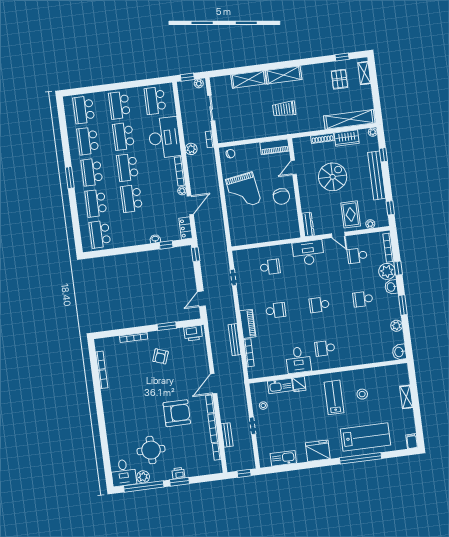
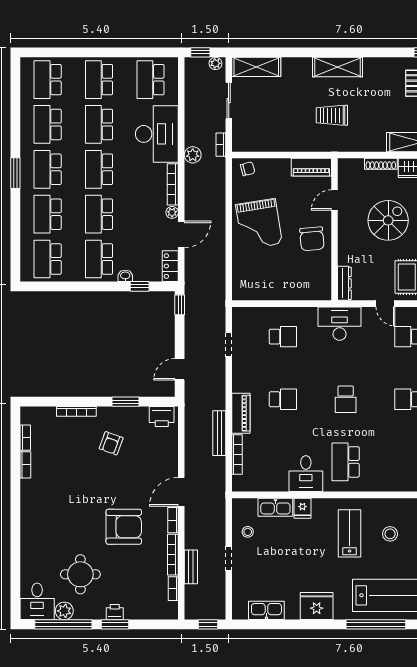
shelving: (249, 79) -> (256, 67), moved
school desk: (136, 230) -> (99, 259), added
school desk: (319, 305) -> (346, 399), turned -90
school desk: (325, 348) -> (346, 462), width x1.85

